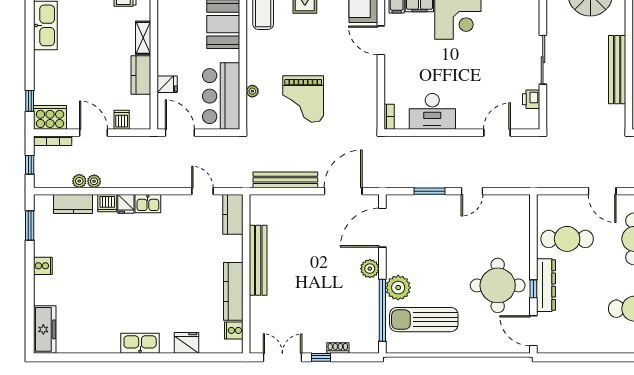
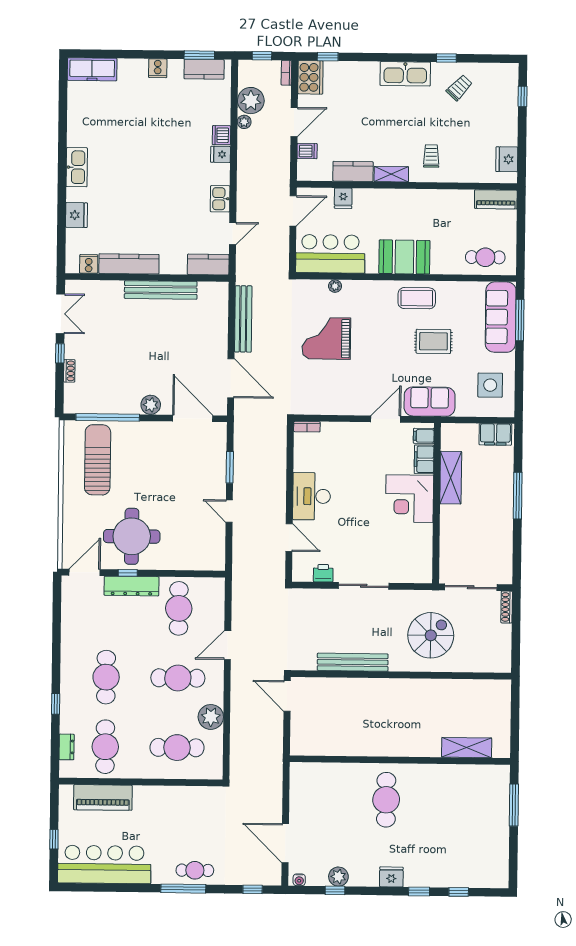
desk: (432, 111) -> (312, 496), moved
bookcase: (53, 141) -> (286, 73), width x0.64
plant: (79, 181) -> (251, 101), width x1.87, depth x1.87
kitchen counter: (73, 204) -> (204, 69), moved, turned -90
kitchen sink: (148, 204) -> (220, 199), moved
plant: (398, 288) -> (131, 434), removed

